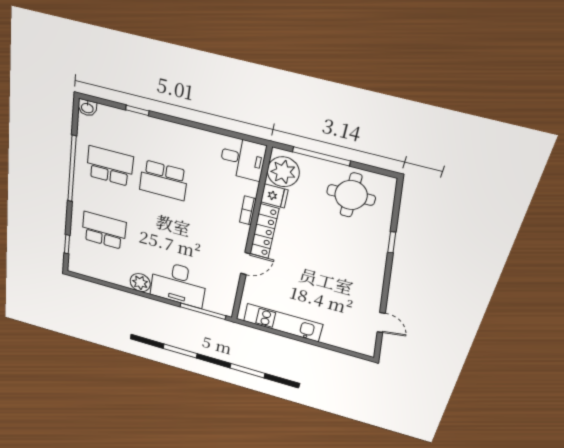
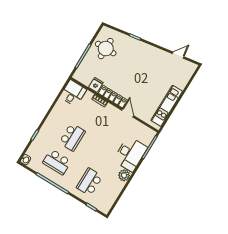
school desk: (110, 166) -> (57, 162), turned -90
plant: (283, 172) -> (85, 76), removed

